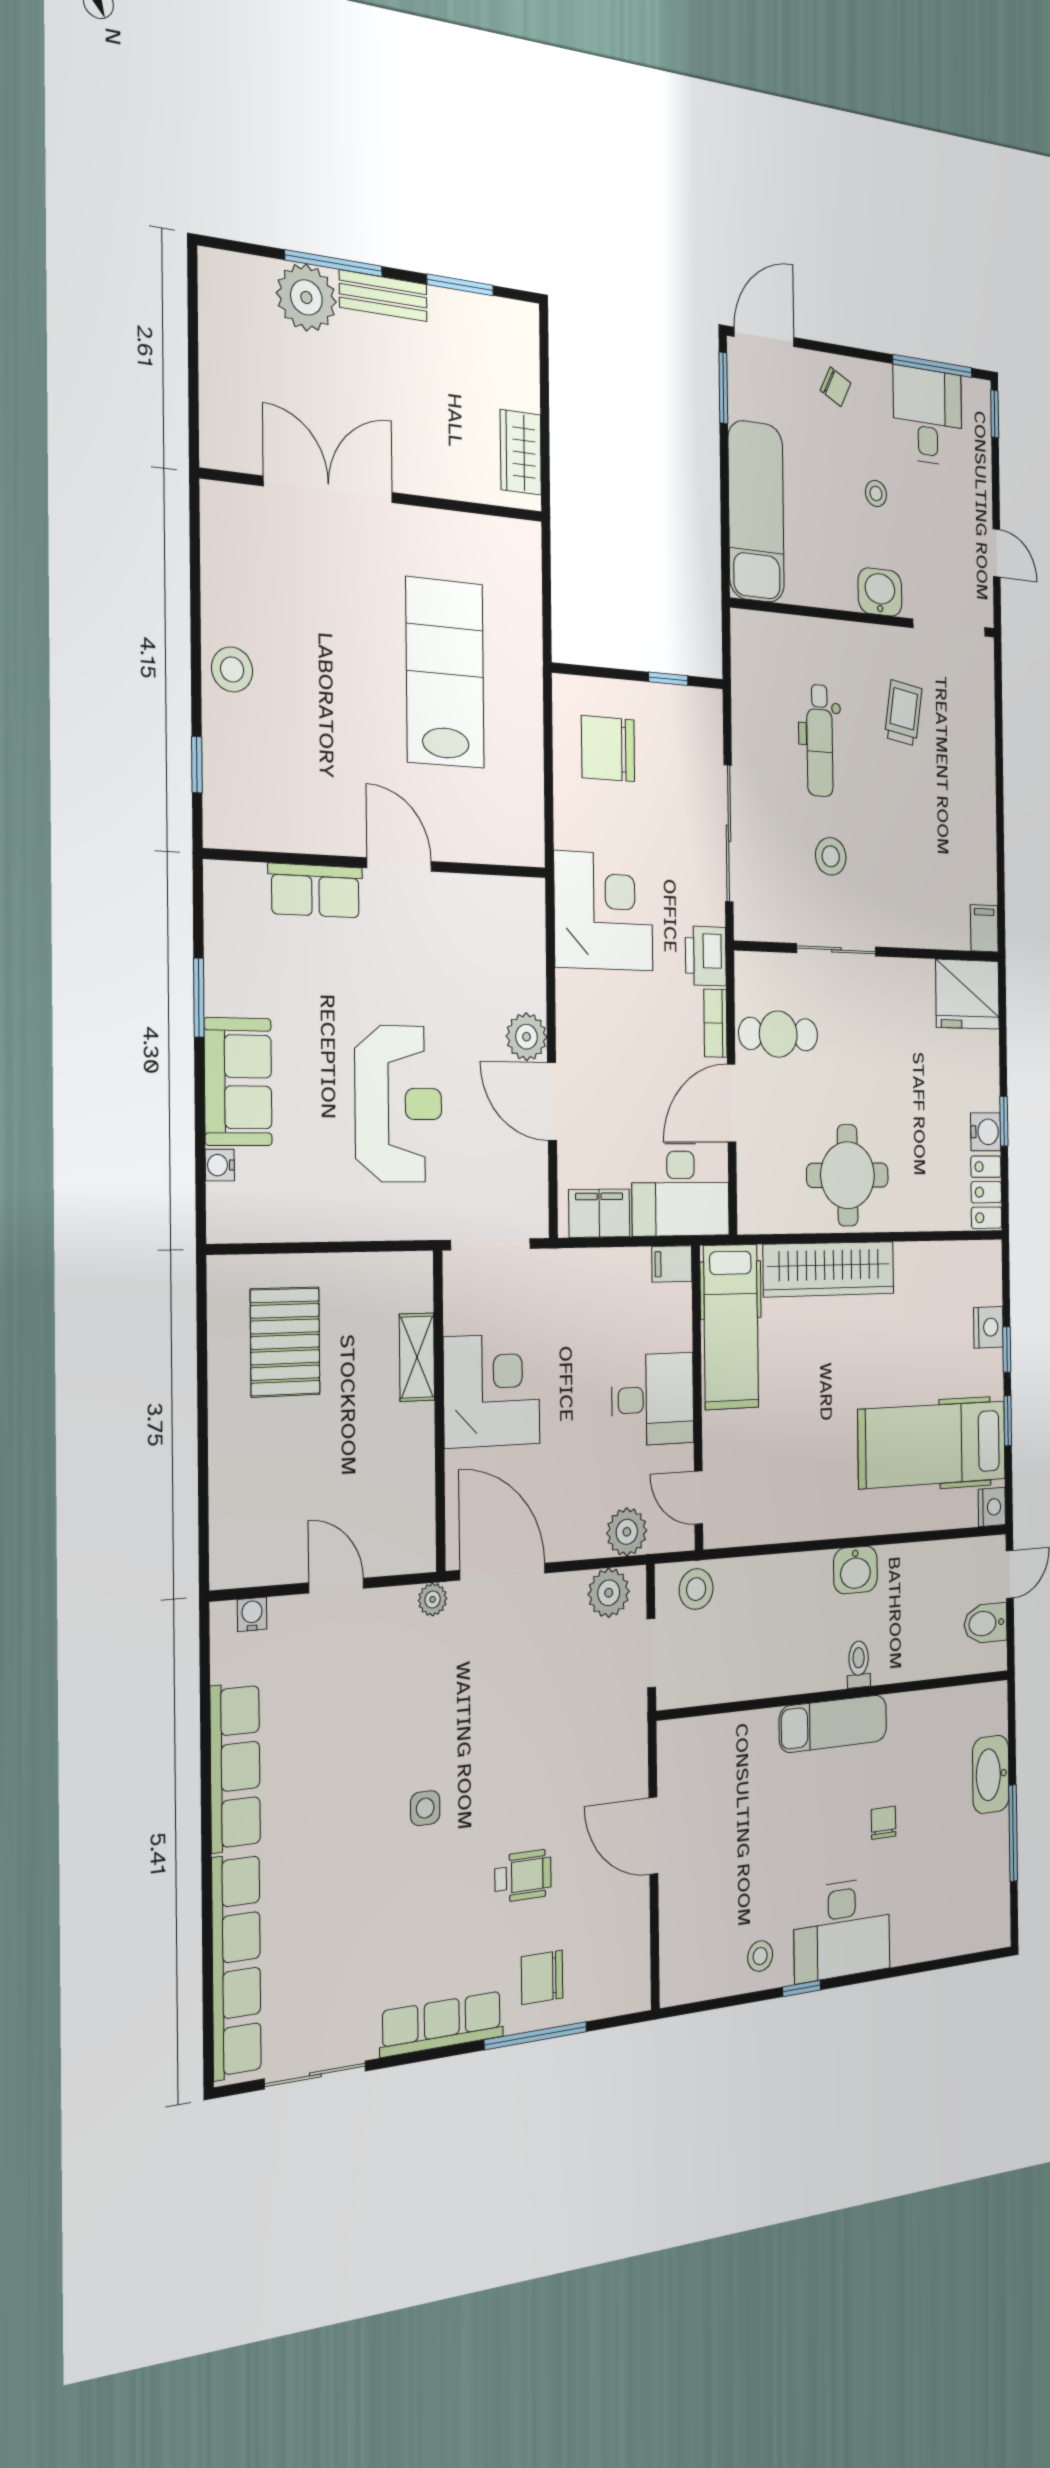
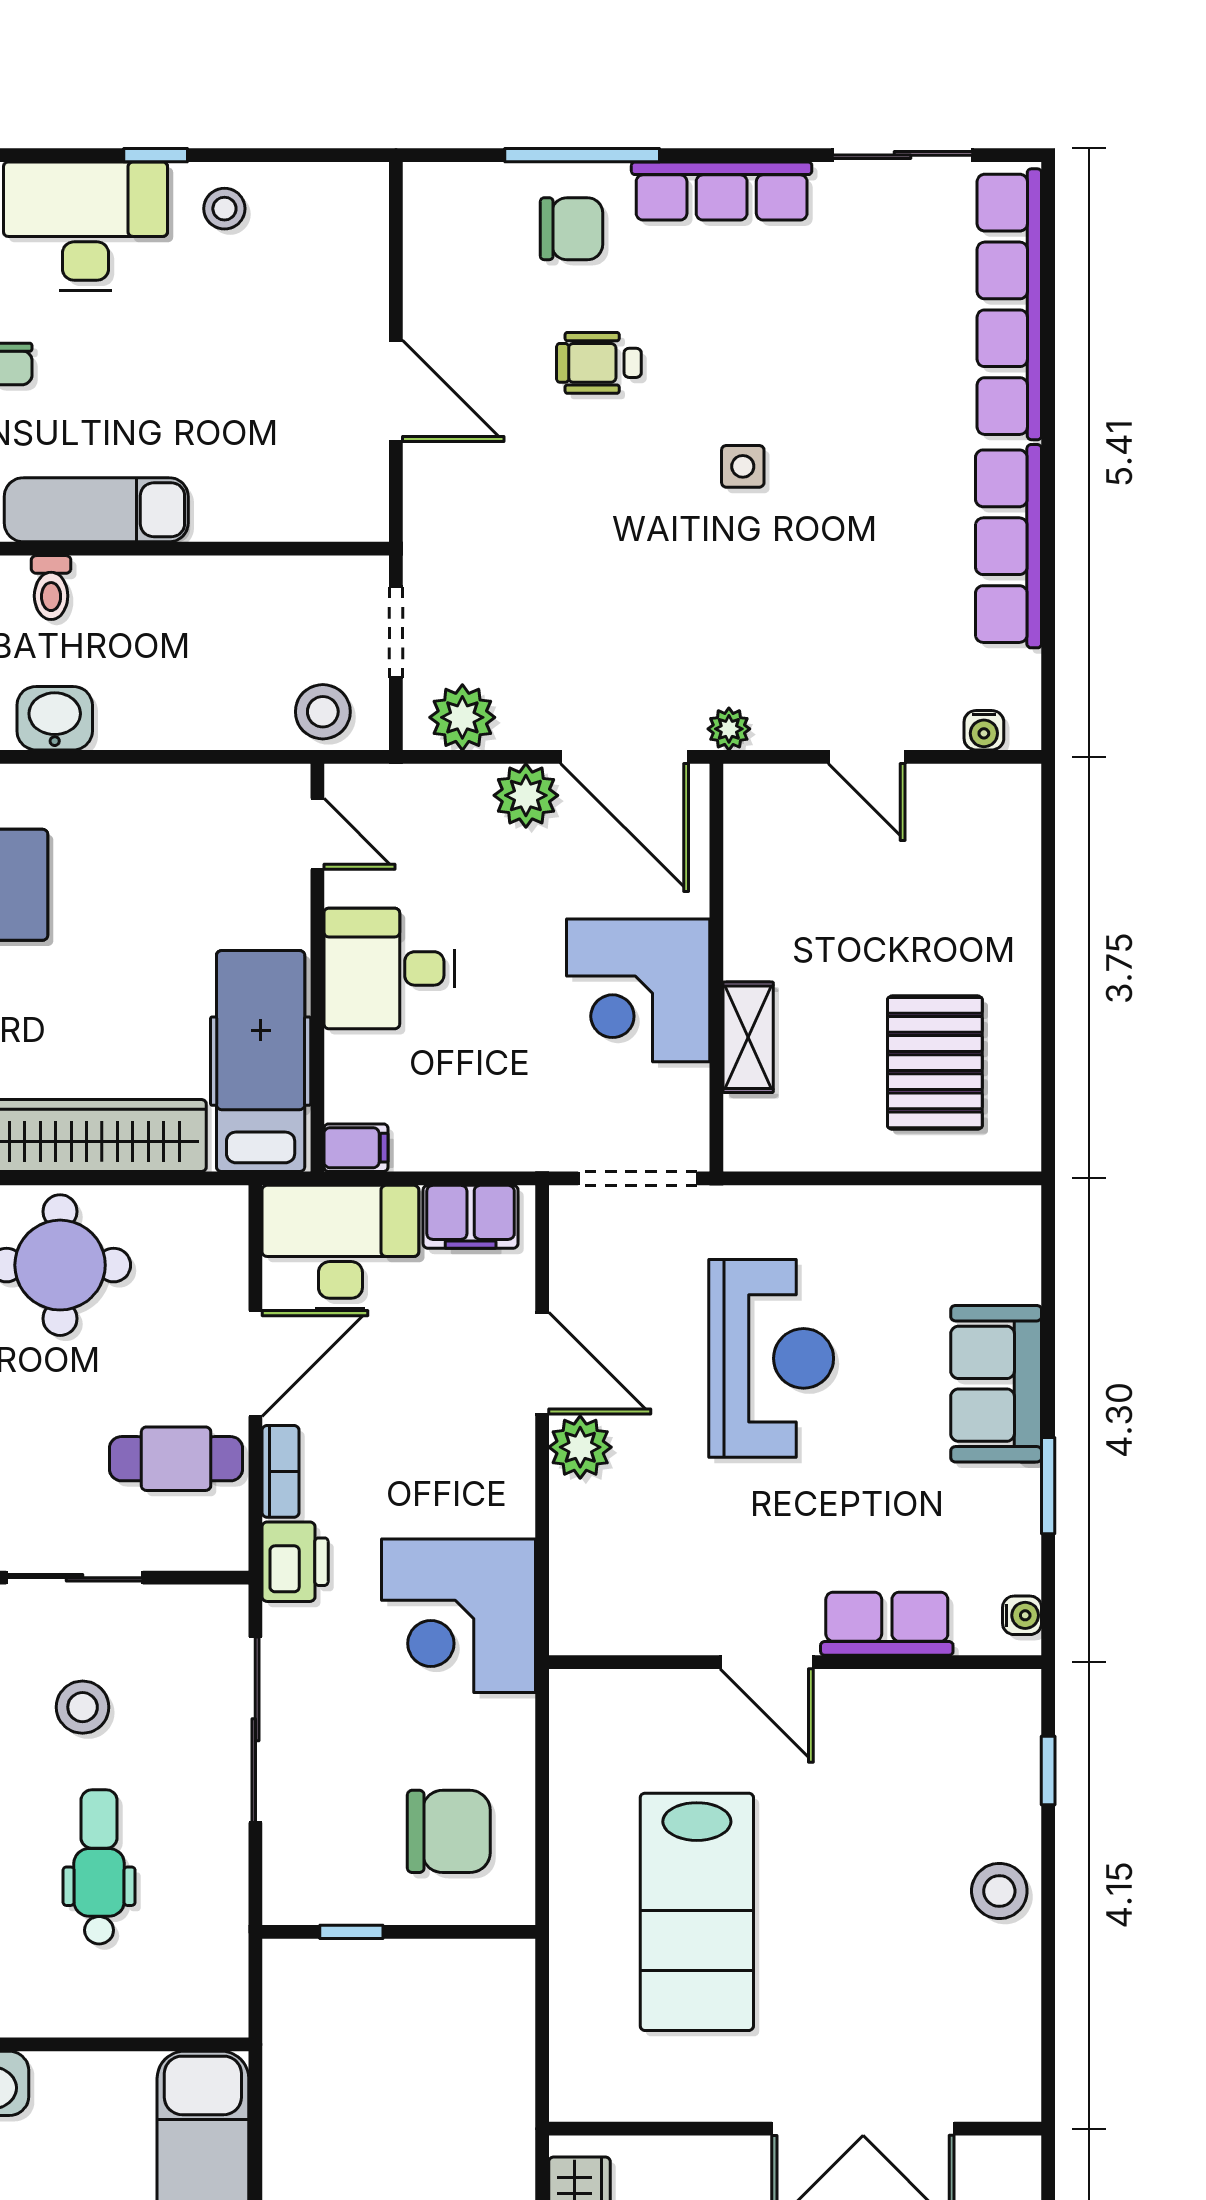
reception desk: (399, 1104) -> (771, 1358), turned 180
water cooler: (220, 1165) -> (1022, 1615), moved
plant: (627, 1532) -> (526, 795), moved

